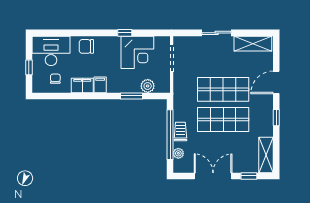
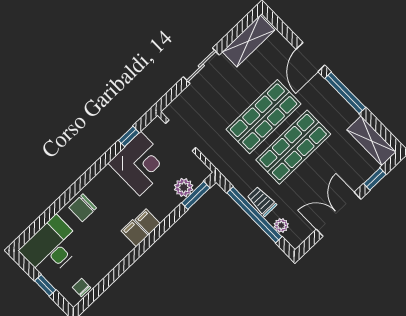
window: (125, 33) -> (129, 136), moved
chair: (55, 79) -> (81, 287), moved
filing cabinet: (82, 85) -> (148, 222), moved, width x0.50
window: (132, 96) -> (196, 195), moved
window: (276, 118) -> (345, 93), width x2.17

